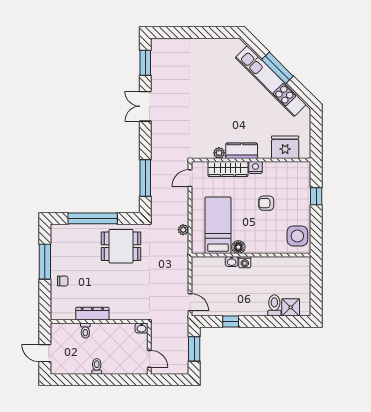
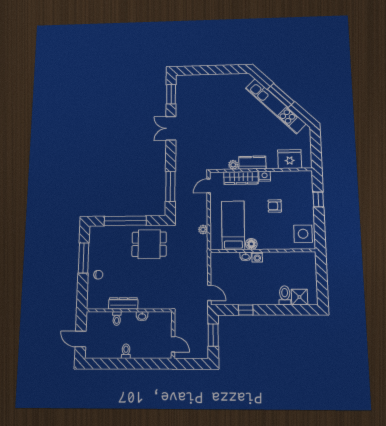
washbasin: (142, 328) -> (142, 316), moved

